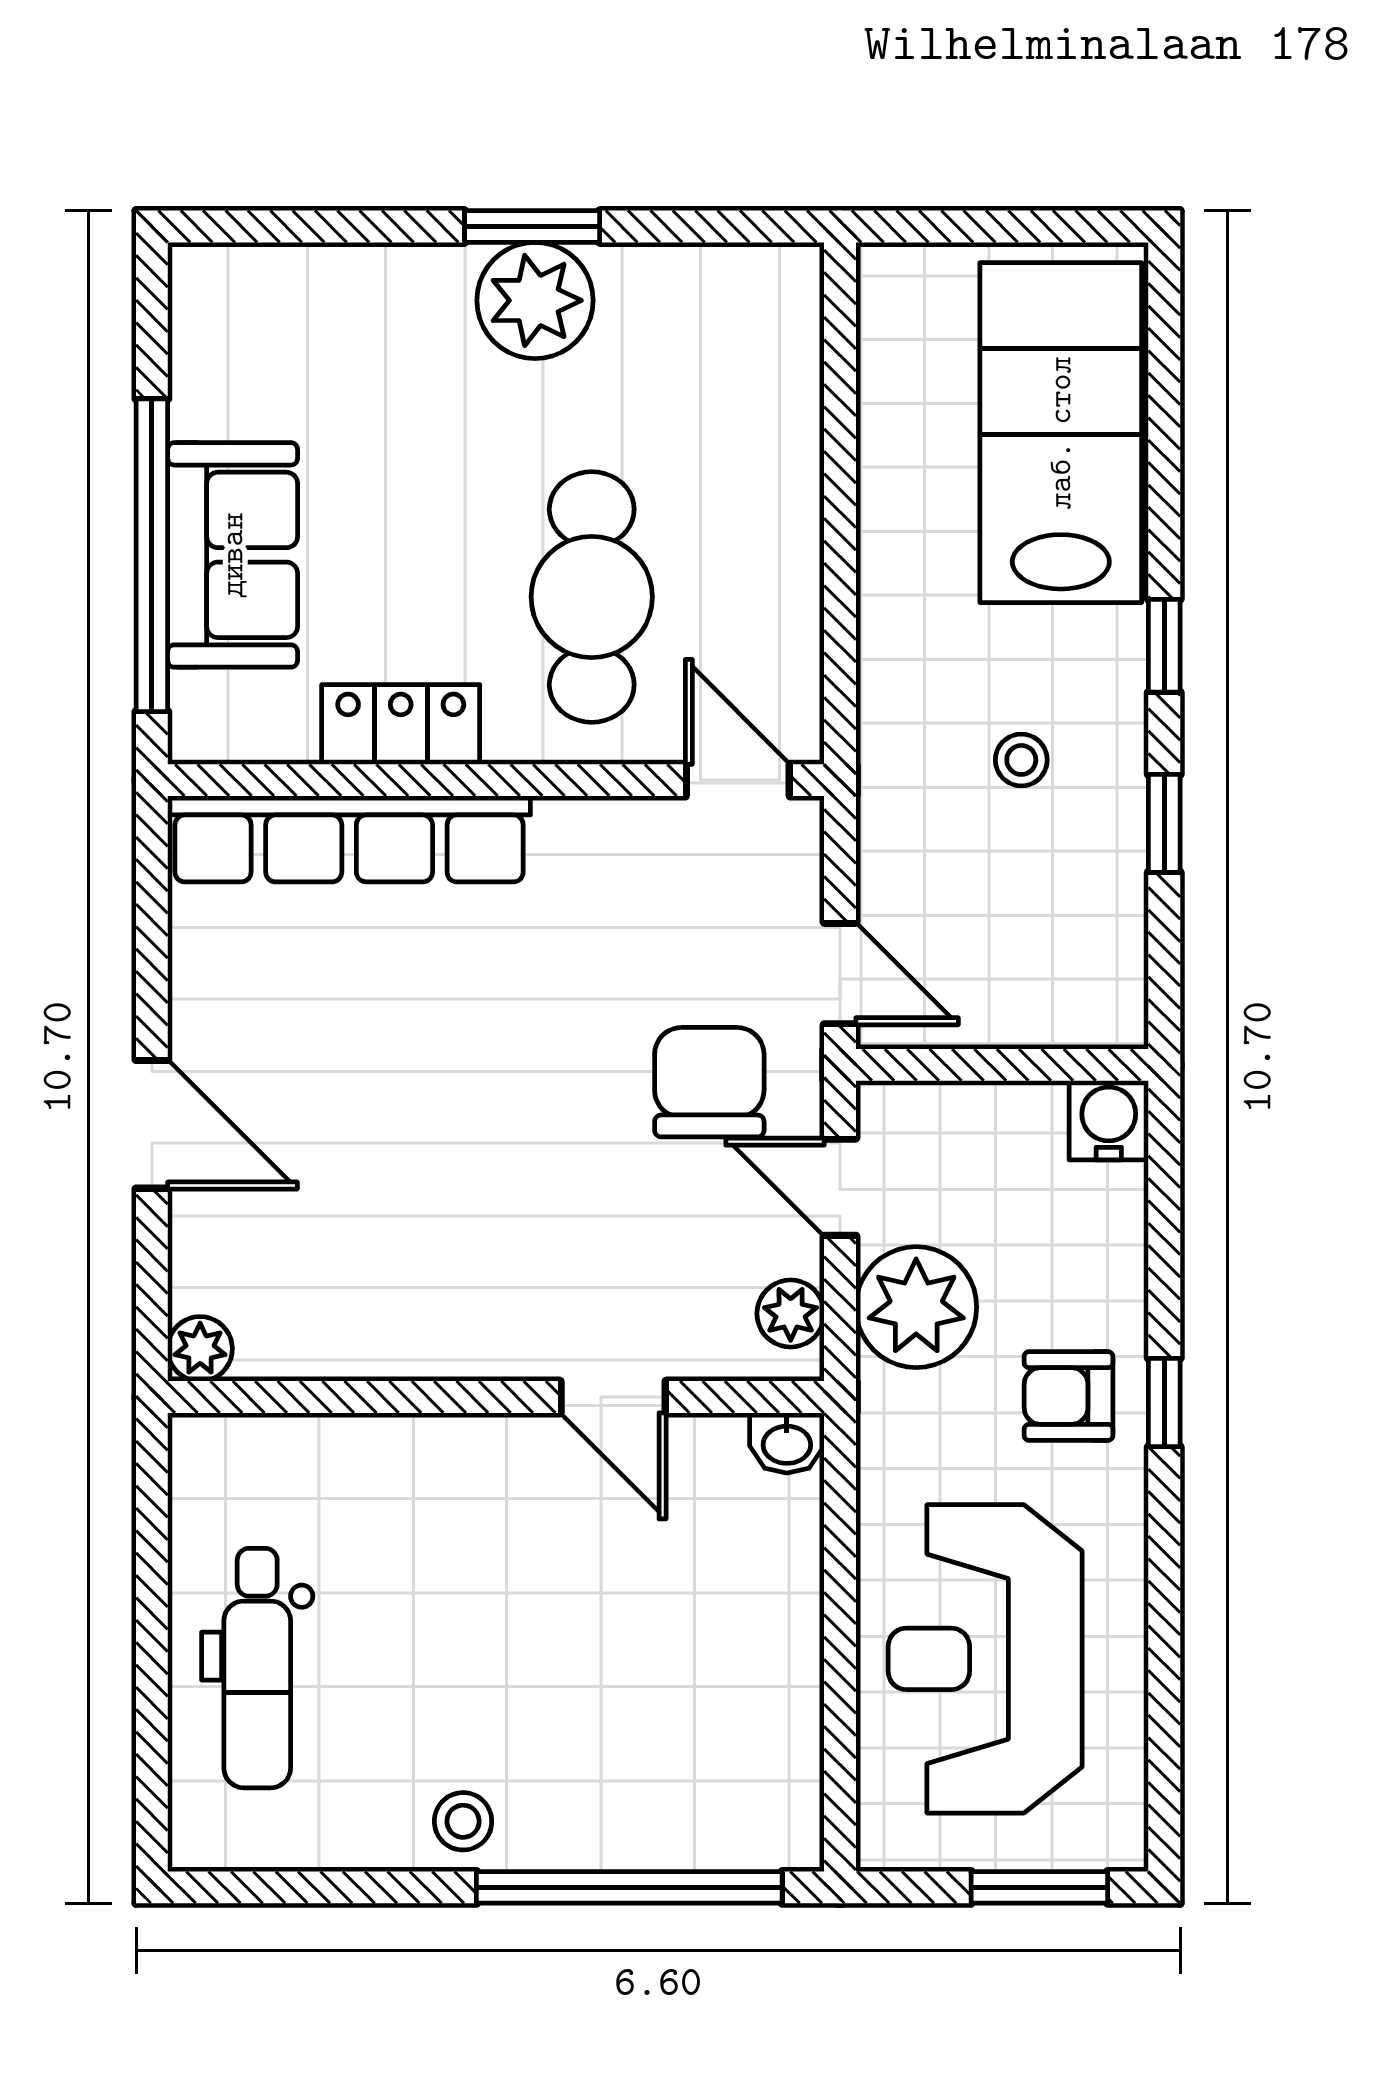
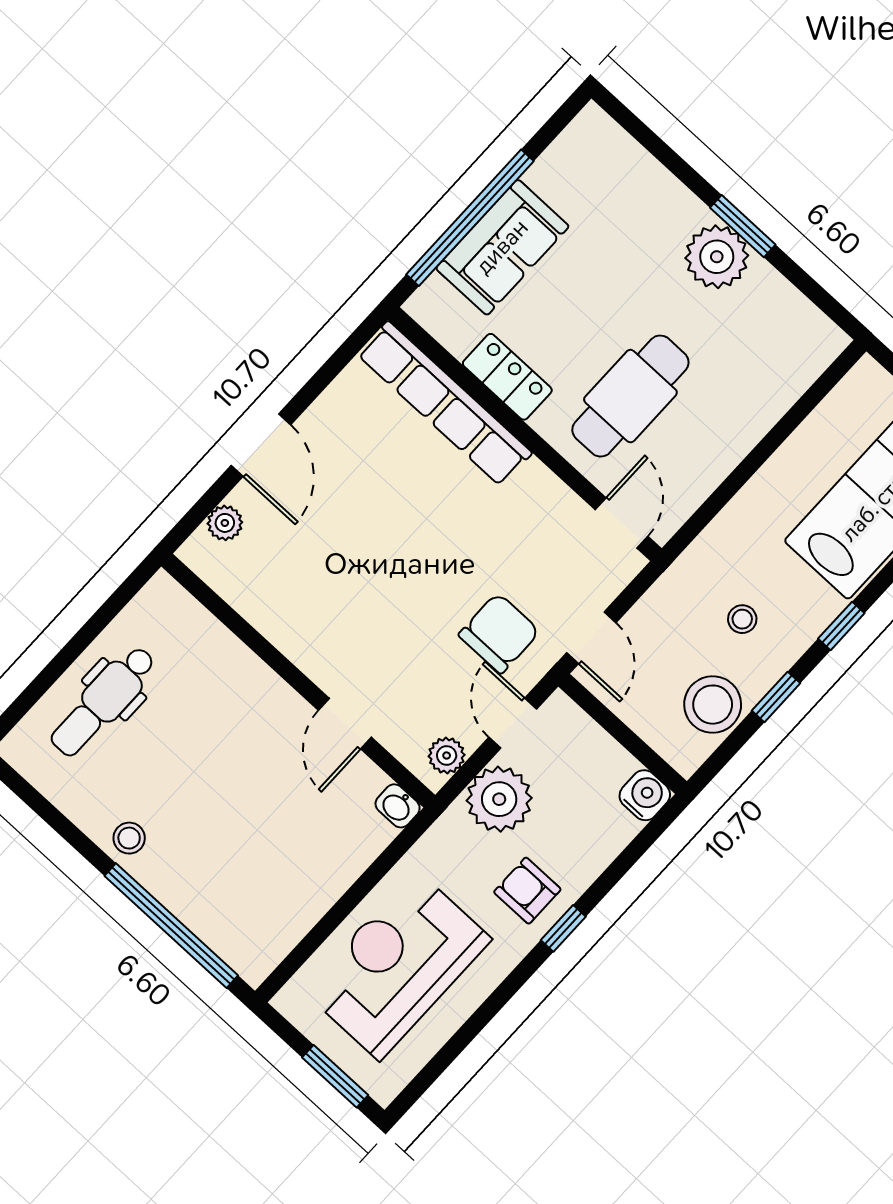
stool: (1088, 913) -> (713, 705), added
plant: (200, 1349) -> (225, 523), moved

